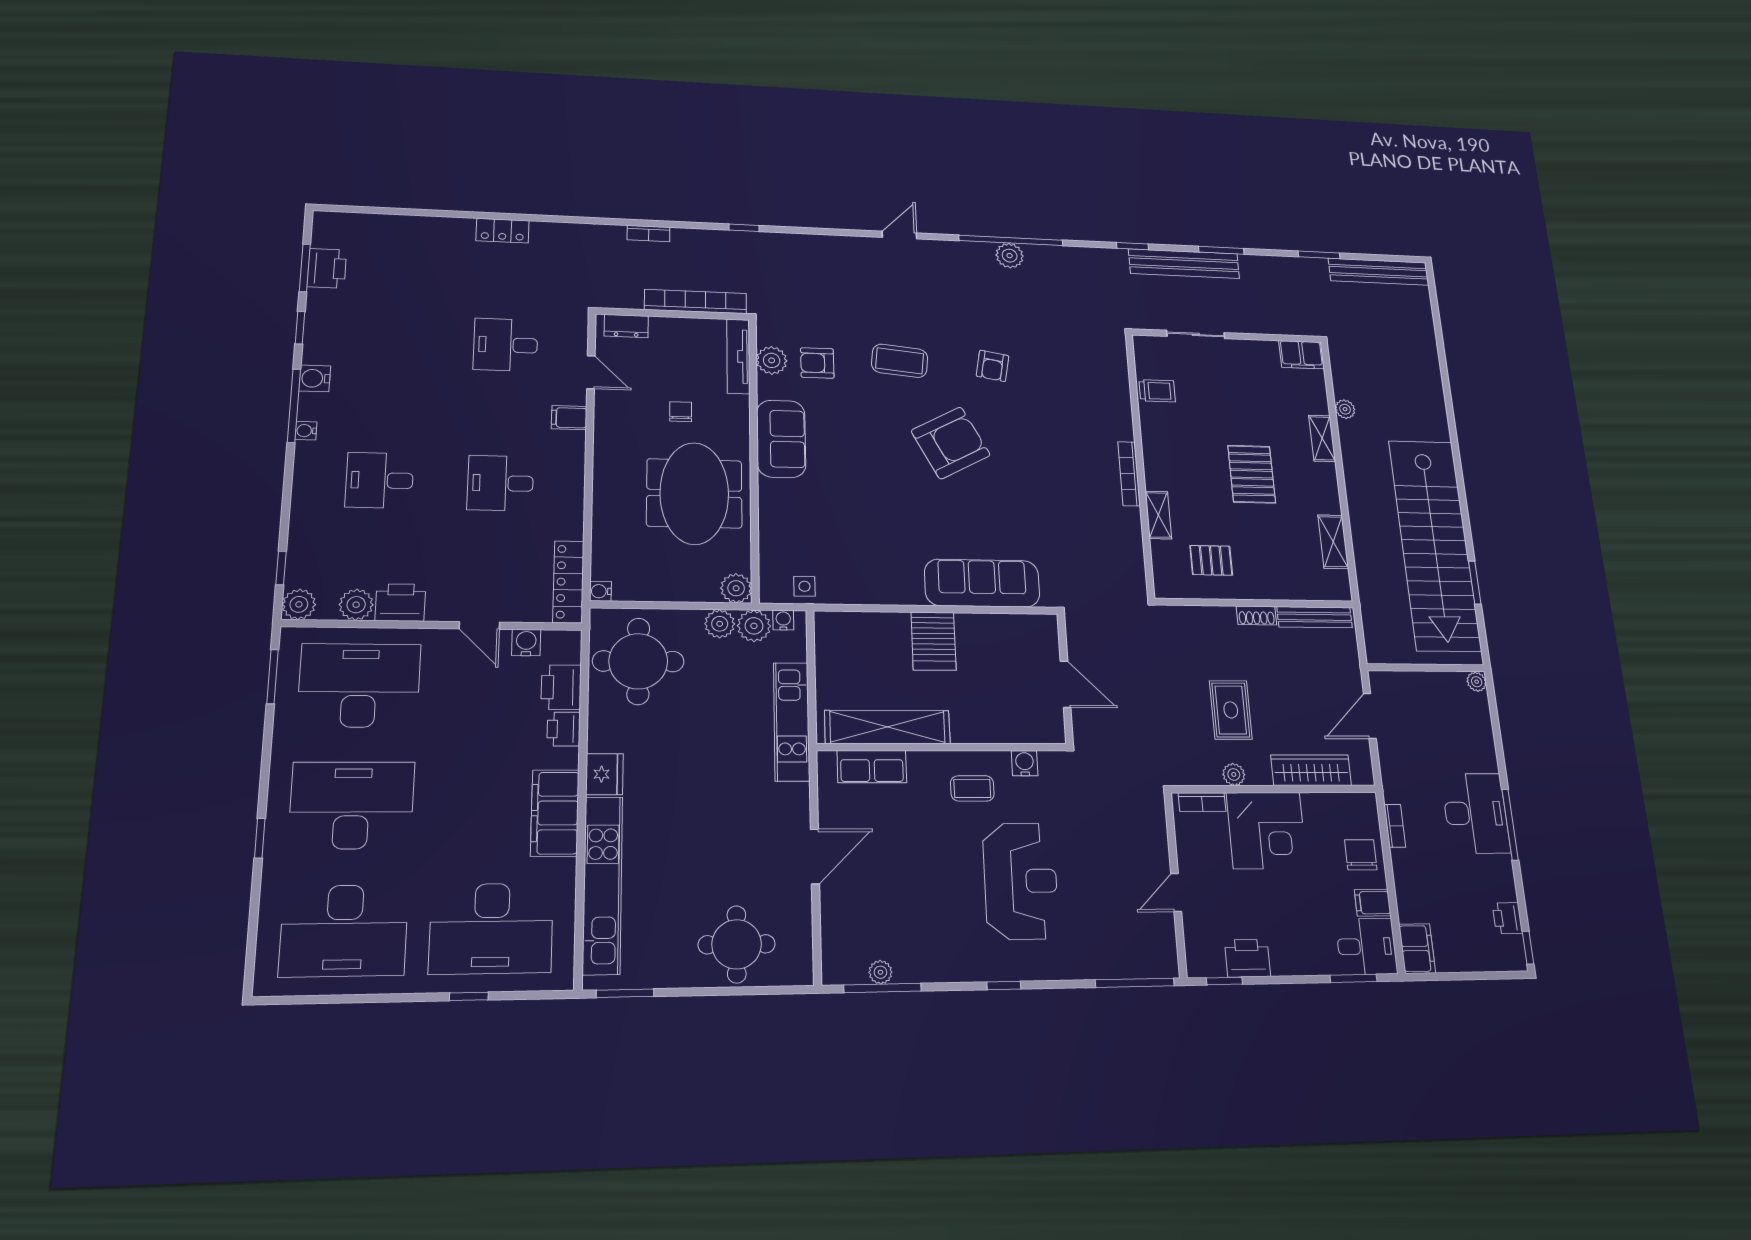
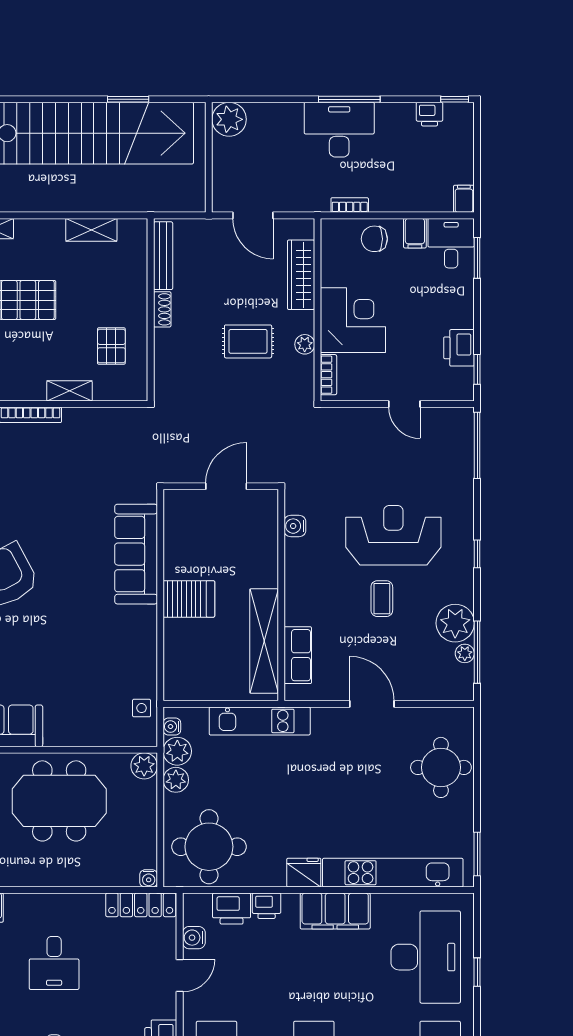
plant: (1477, 682) -> (229, 119), width x1.88, depth x1.88
coffee table: (972, 788) -> (382, 599), moved
filing cabinet: (1417, 949) -> (464, 199), width x0.50
plant: (918, 959) -> (455, 623), added

